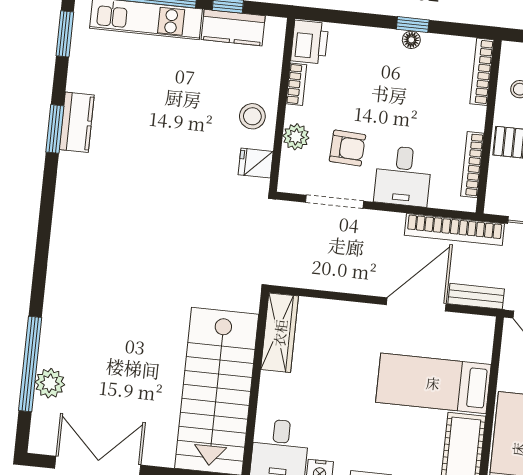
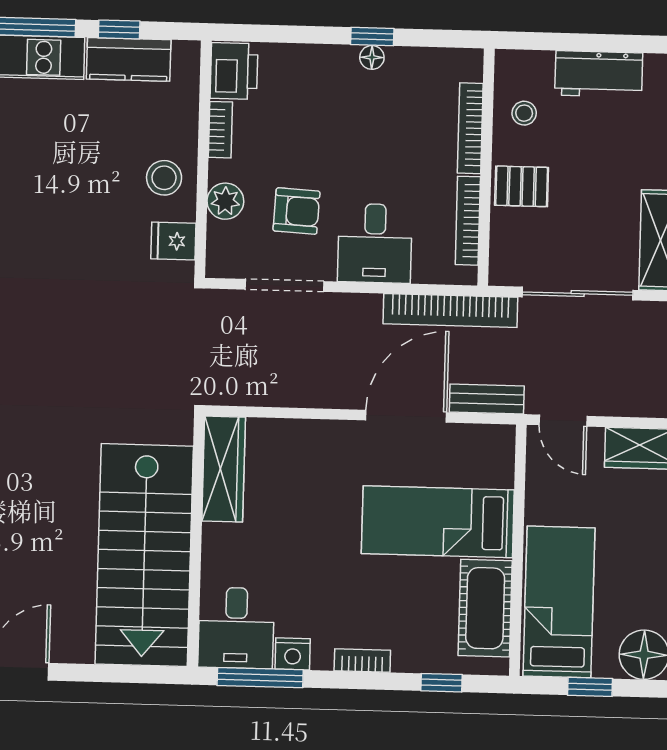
bookcase: (482, 72) -> (470, 128), moved

